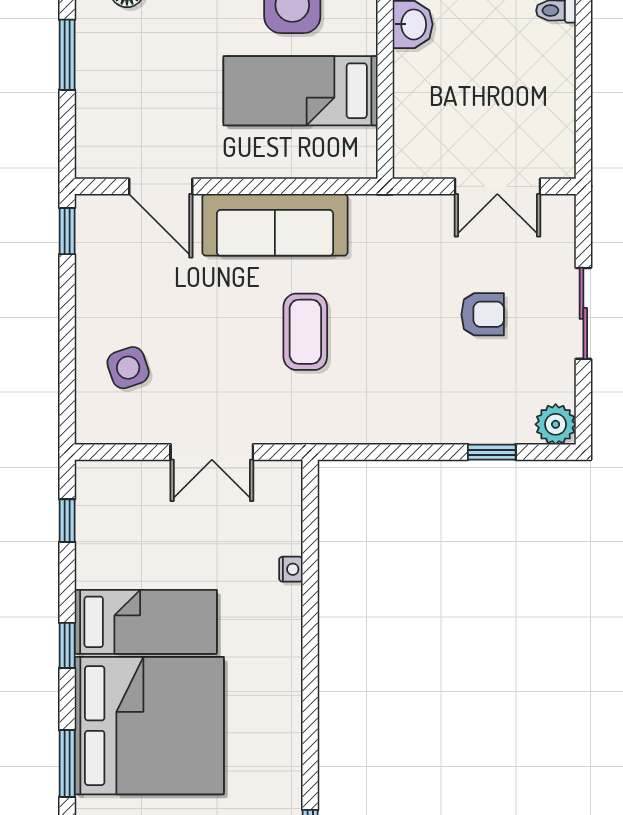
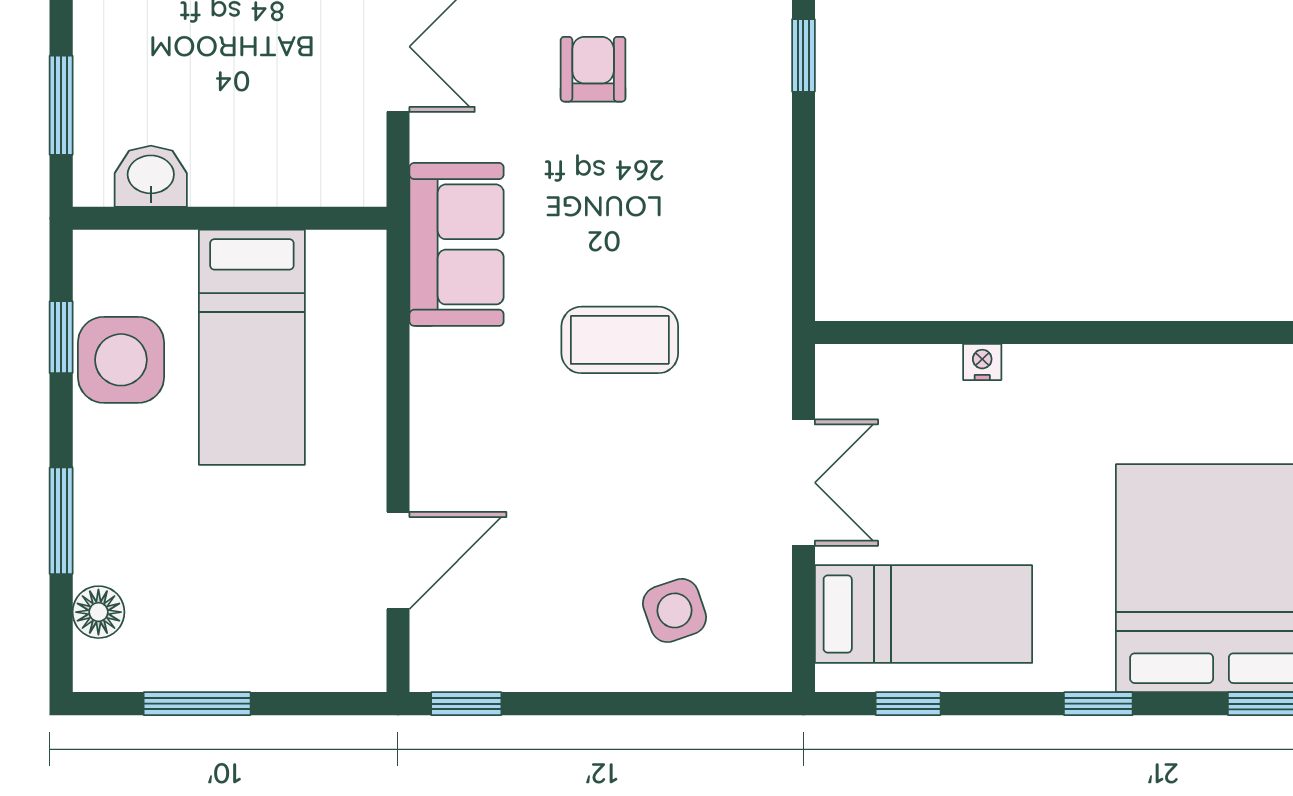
sofa: (275, 225) -> (457, 244), moved, width x0.73
bed: (146, 622) -> (924, 614), moved, turned 90

